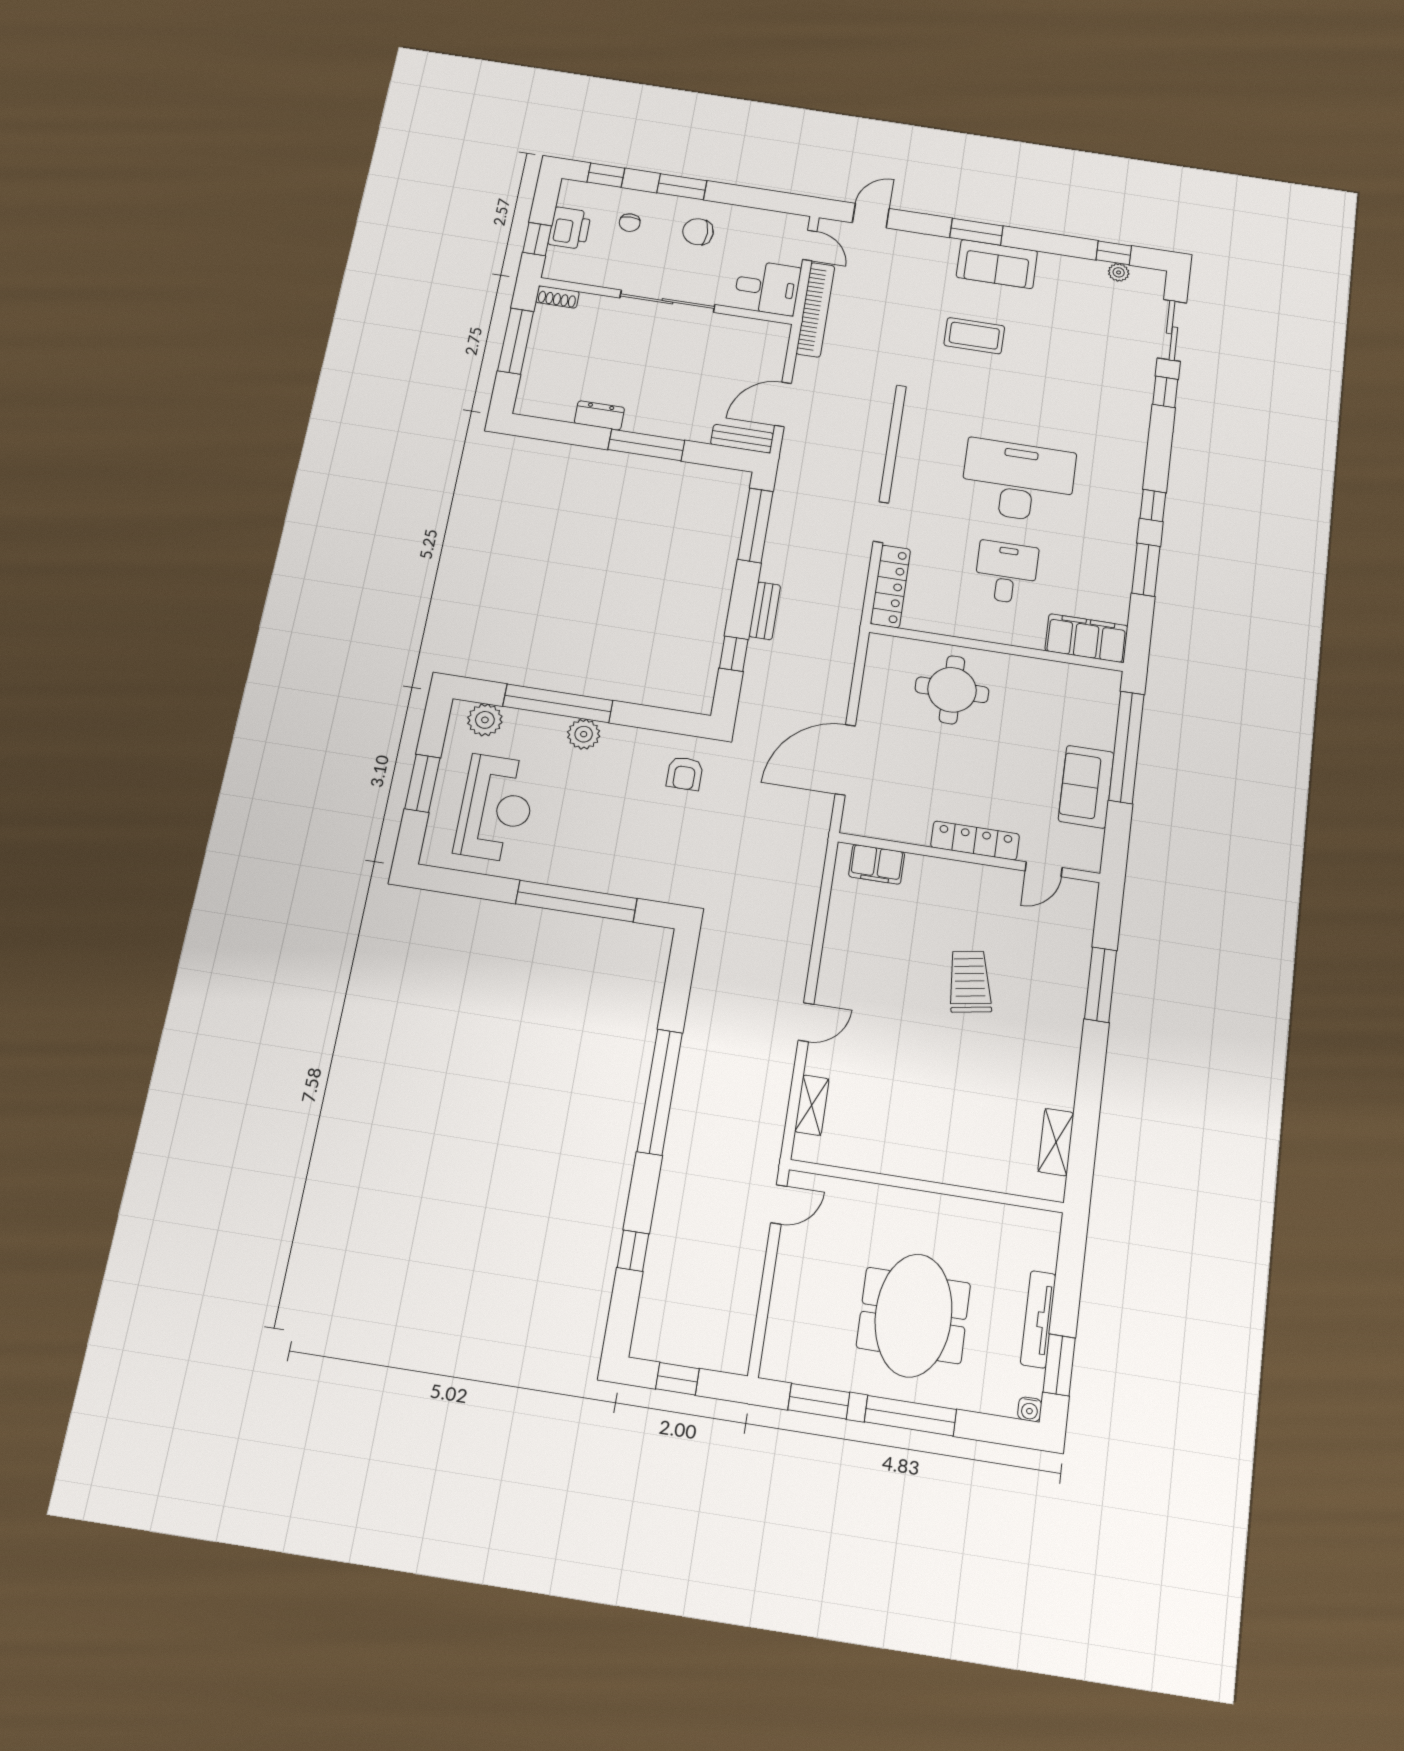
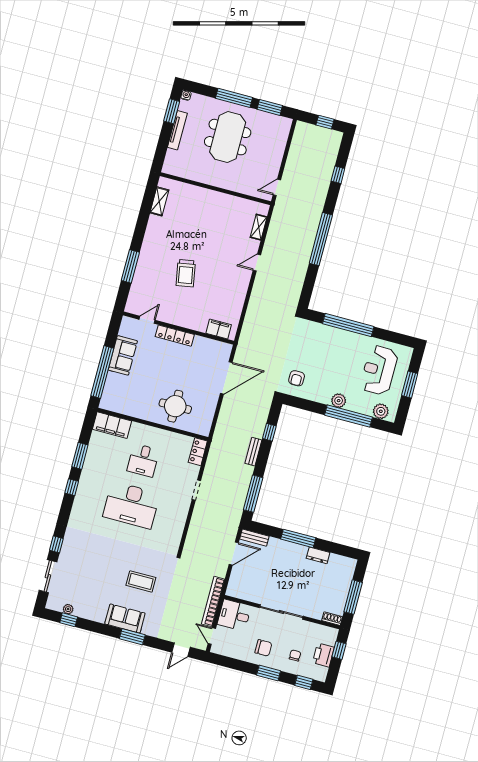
locker: (890, 586) -> (198, 452), width x0.66
armchair: (685, 773) -> (297, 378), turned 180

